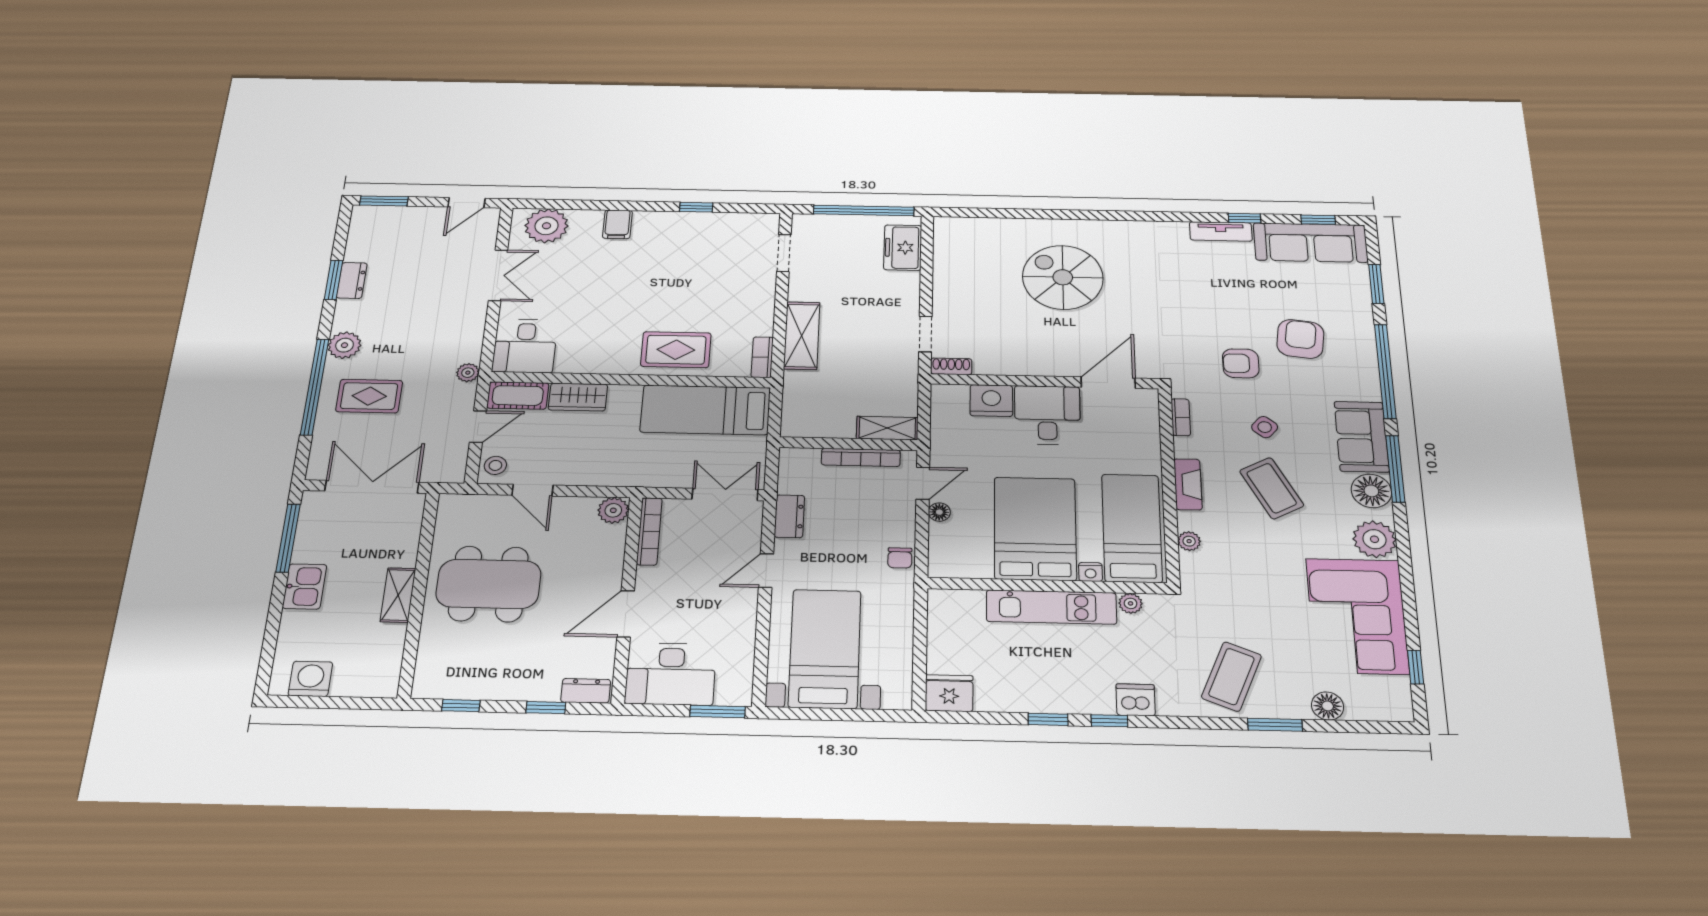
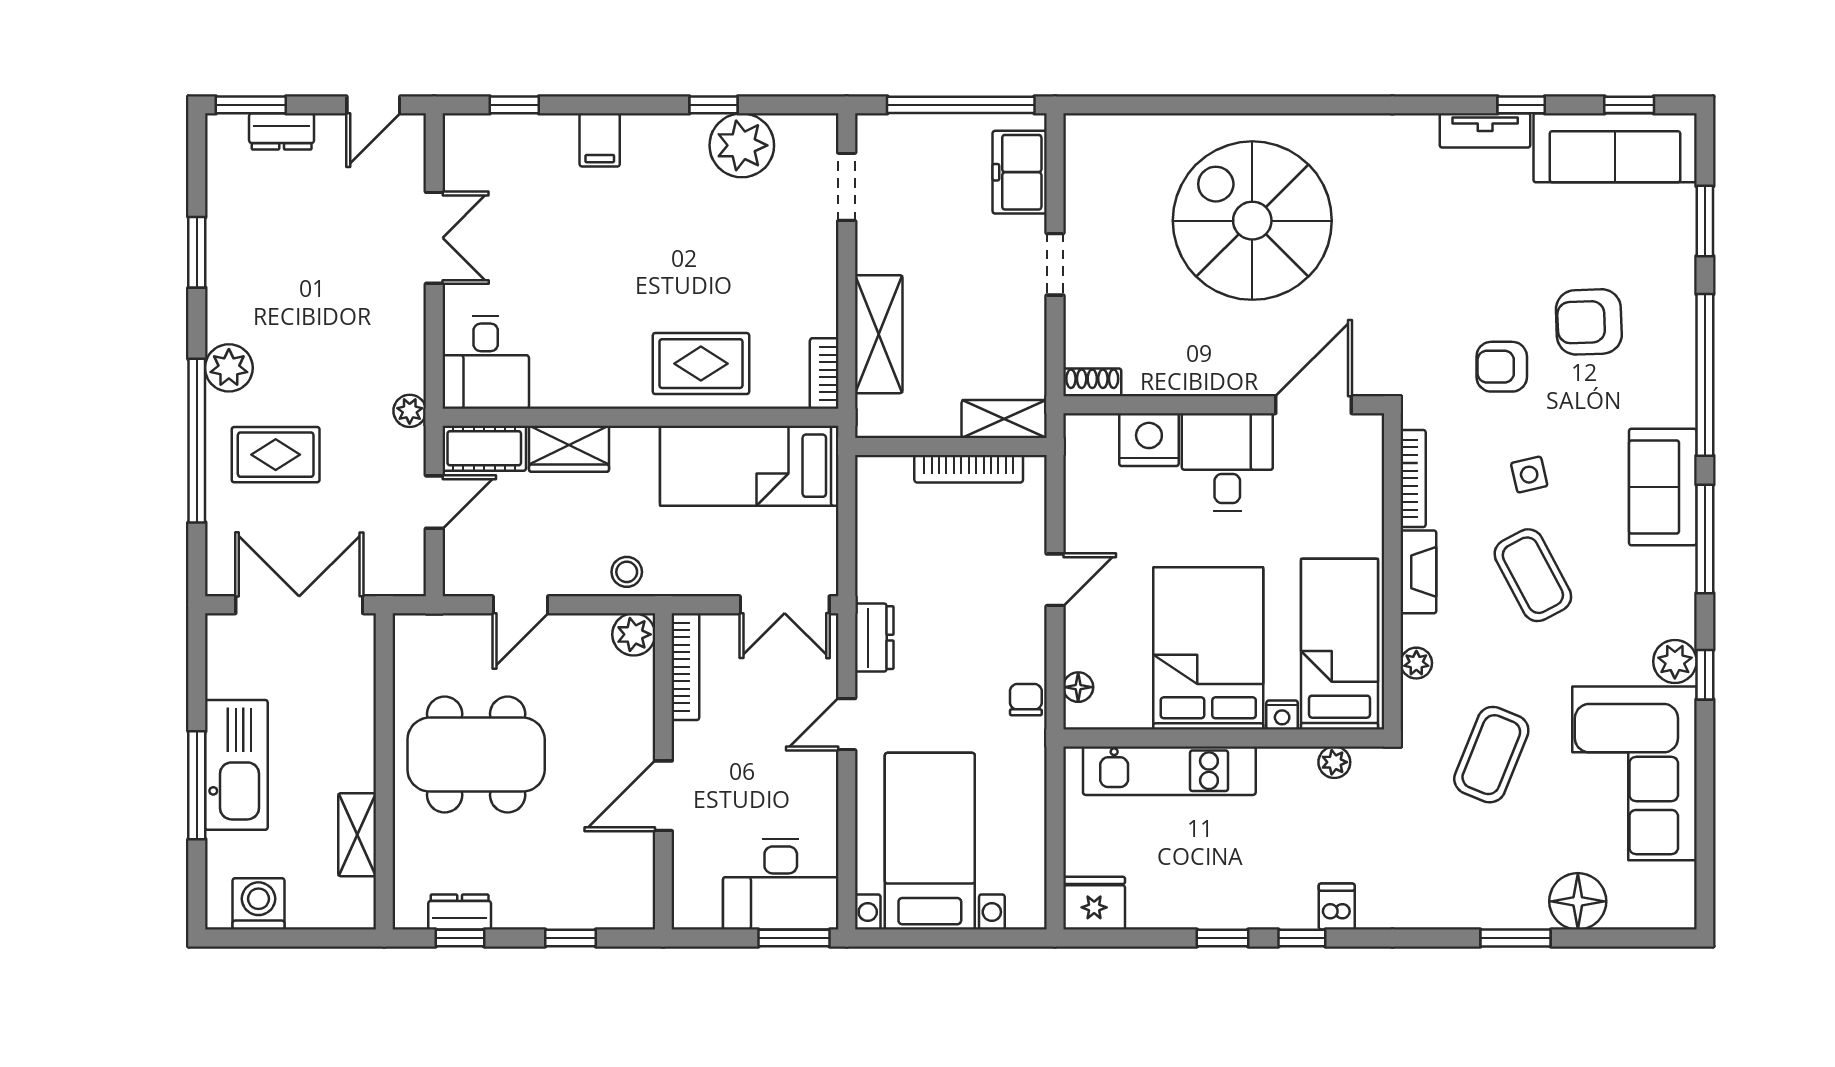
window: (562, 204) -> (514, 105), added
plant: (546, 226) -> (742, 145), moved
spiral stairs: (1063, 277) -> (1252, 221), width x1.37, depth x1.37
dresser: (352, 280) -> (282, 131), moved, turned 90
doorway: (925, 334) -> (1055, 264), moved
armchair: (1300, 339) -> (1589, 322), turned -99
bookcase: (1181, 417) -> (1413, 478), width x1.56
side table: (1265, 427) -> (1529, 475), turned 37
shelving: (887, 428) -> (1004, 419), moved
wall: (848, 444) -> (951, 446), moved
bookcase: (861, 457) -> (969, 469), moved
stool: (495, 465) -> (627, 572), moved
door: (533, 490) -> (520, 605), hinge flipped
floor lamp: (1371, 491) -> (1669, 576), removed
double door: (725, 494) -> (785, 605), swing flipped
floor lamp: (939, 512) -> (1078, 687), moved
window: (288, 538) -> (197, 785), moved
plant: (1374, 539) -> (1675, 661), width x0.73, depth x0.73
chair: (900, 558) -> (1026, 700), turned 180
kitchen sink: (305, 586) -> (236, 765), width x1.88, depth x1.24
shelving: (398, 595) -> (357, 835), moved
kitchen unit: (1051, 607) -> (1169, 771), moved
window: (1416, 667) -> (1705, 675), moved
desk: (671, 674) -> (781, 884), moved
coffee table: (1231, 676) -> (1491, 755), moved
dresser: (586, 691) -> (460, 912), moved
dishwasher: (1136, 700) -> (1337, 907), width x0.73
floor lamp: (1328, 706) -> (1578, 901), width x1.38, depth x1.38

